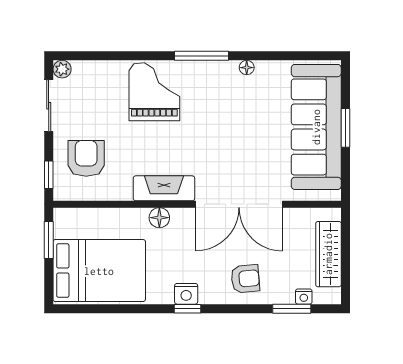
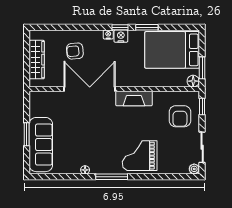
grand piano: (154, 92) -> (140, 156), turned 90
sofa: (316, 127) -> (41, 145), width x0.74, depth x0.79
floor lamp: (159, 218) -> (193, 81), moved
armchair: (245, 279) -> (75, 51), moved
nightstand: (304, 297) -> (108, 35), moved
window: (292, 309) -> (147, 27), moved

